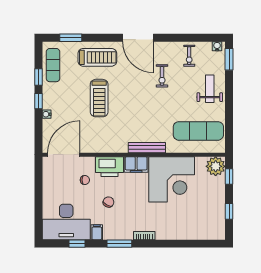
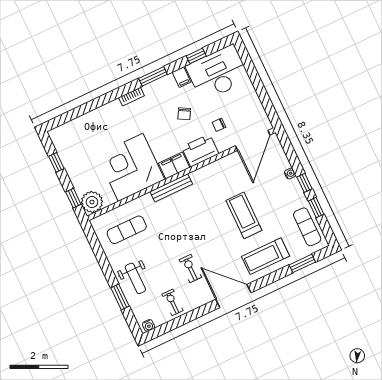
window: (229, 59) -> (120, 297), moved
exercise mat: (198, 131) -> (127, 230), width x0.73, depth x0.69

